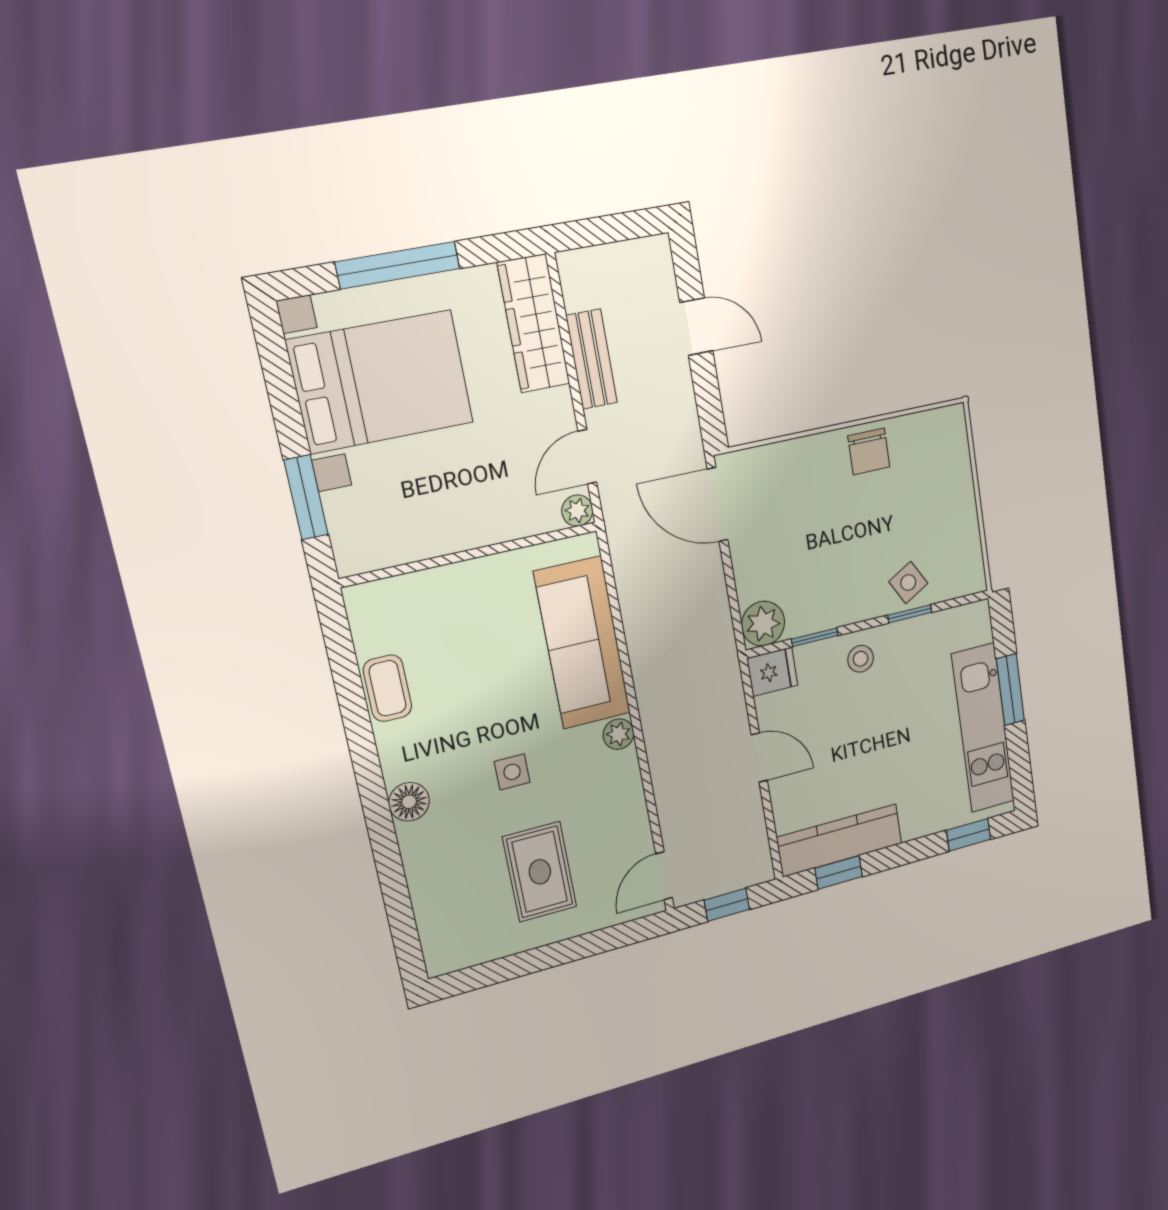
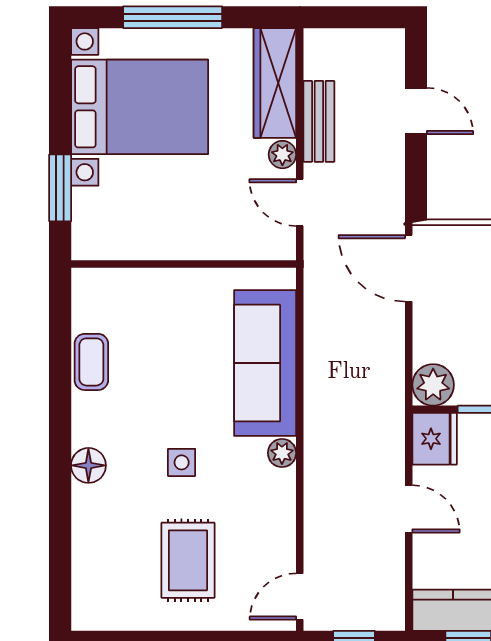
door: (587, 457) -> (300, 203), hinge flipped
plant: (577, 511) -> (282, 155), moved
fridge: (772, 672) -> (435, 439), width x1.38

